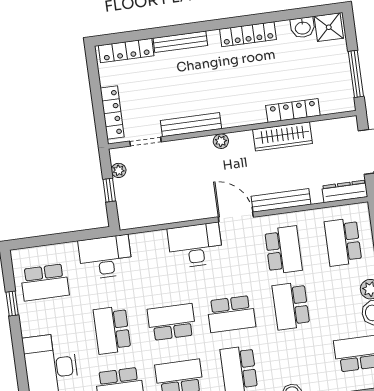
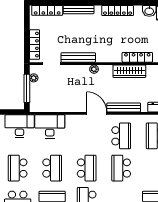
window: (109, 190) -> (27, 88), width x2.17
desk: (195, 245) -> (50, 126), moved
school desk: (231, 314) -> (87, 168), turned -90
school desk: (172, 322) -> (52, 168), turned 90

